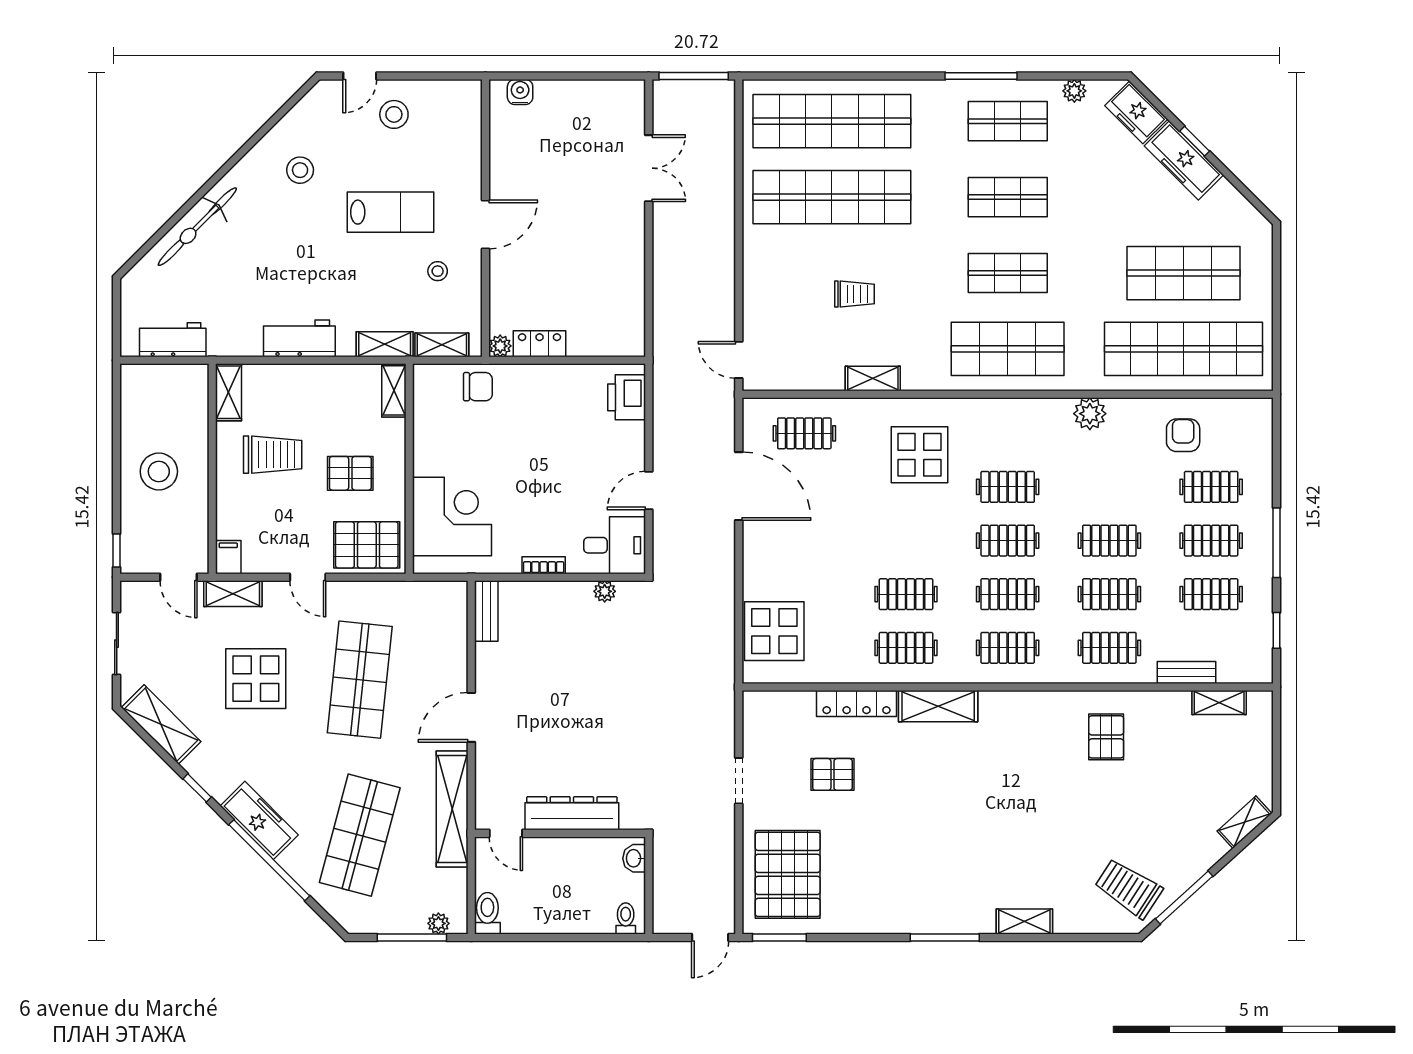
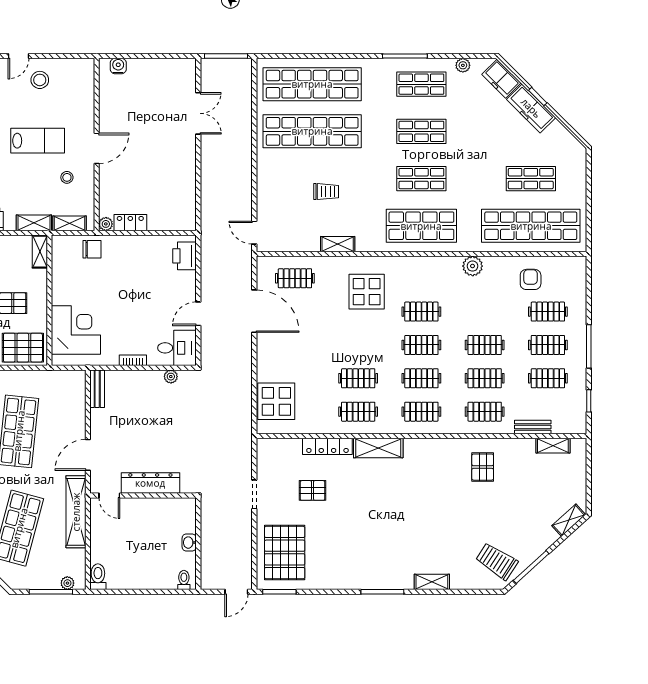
shop shelf: (1183, 273) -> (531, 179), width x0.70, depth x0.74
dresser: (572, 813) -> (150, 483), moved
door: (506, 833) -> (109, 496), moved
wall: (560, 833) -> (143, 496), moved

